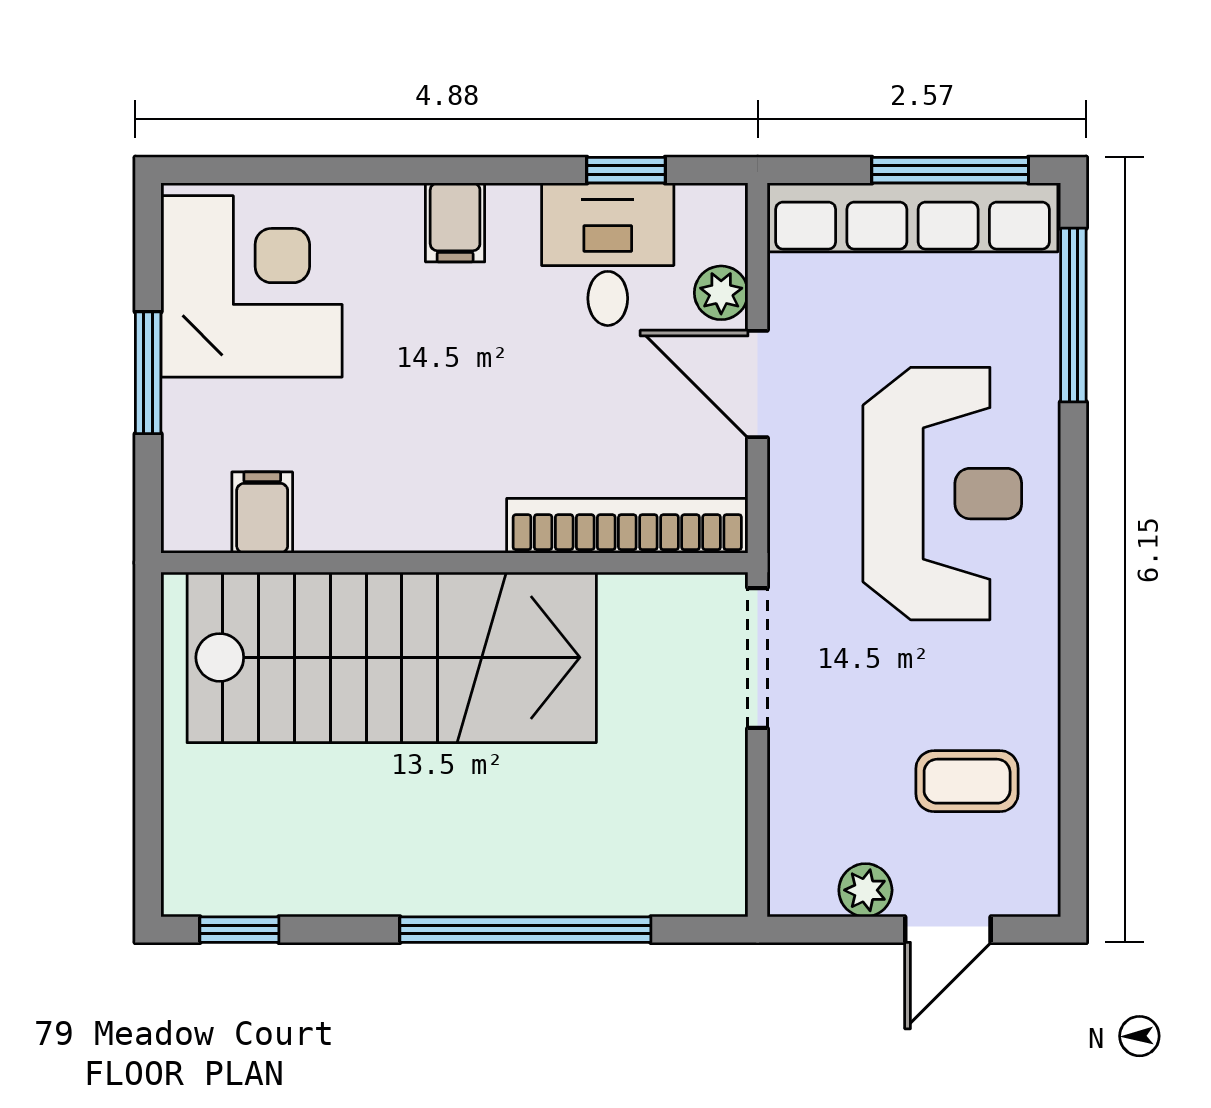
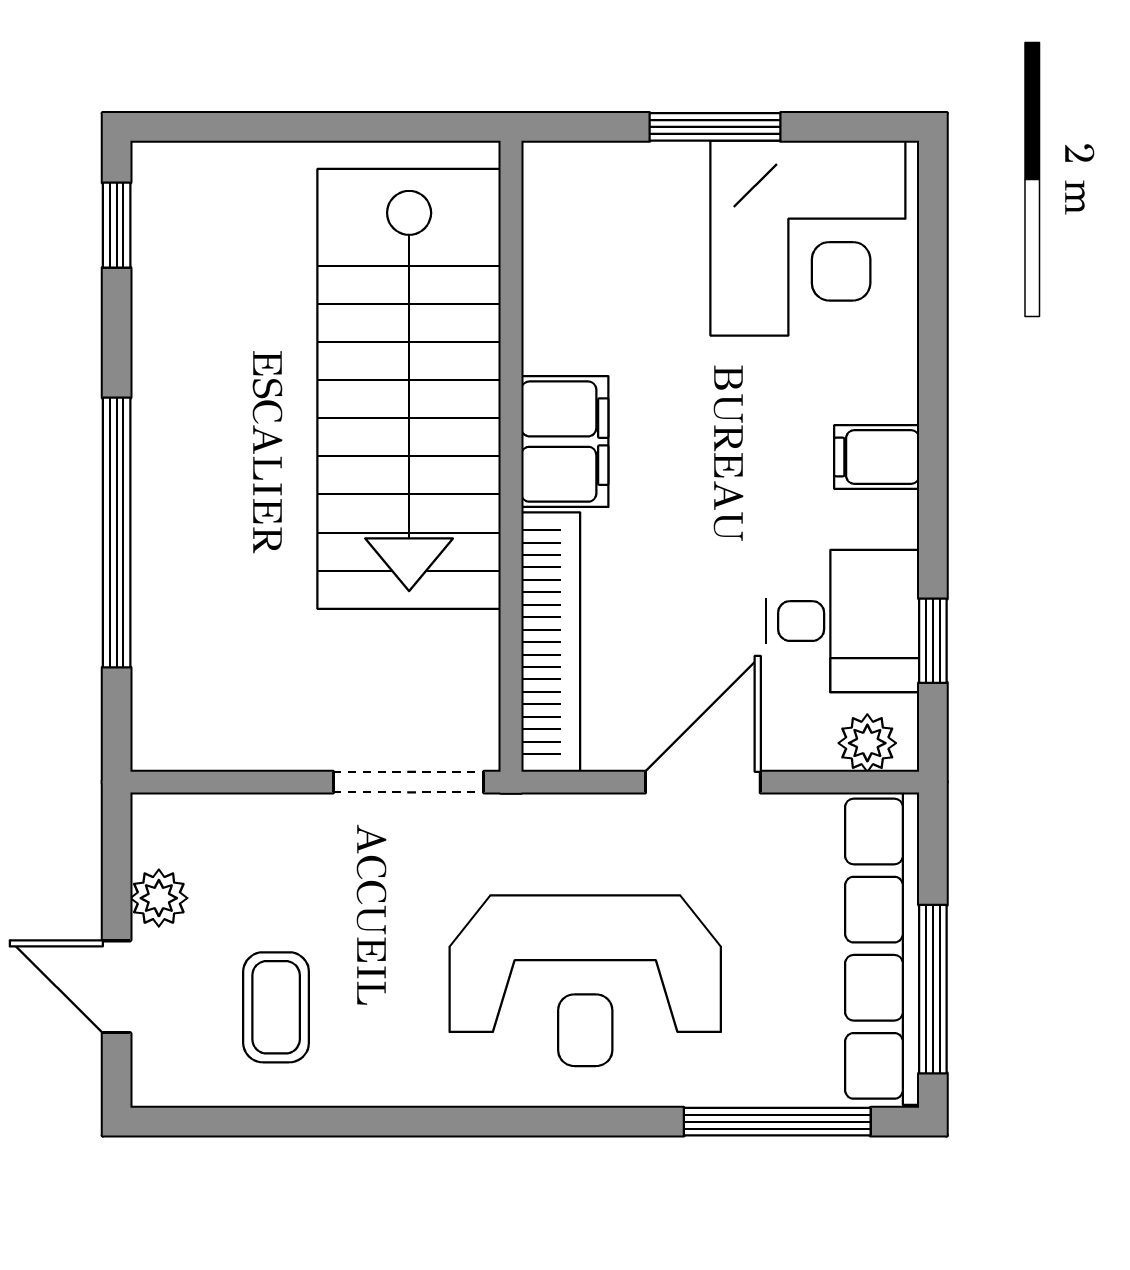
plant: (721, 293) -> (867, 743), moved
filing cabinet: (262, 512) -> (565, 442), moved, width x2.00

